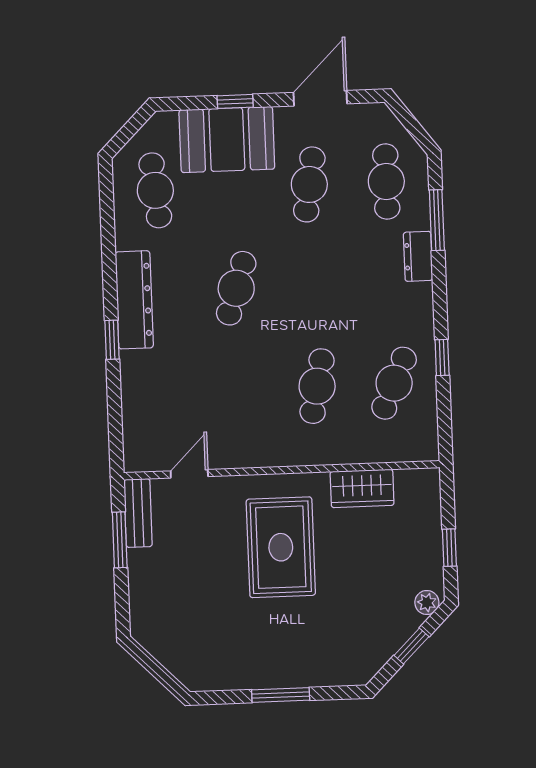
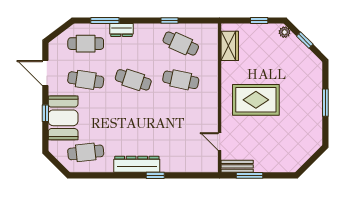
cafe table: (236, 288) -> (133, 80), moved
wardrobe: (362, 488) -> (230, 46), moved

